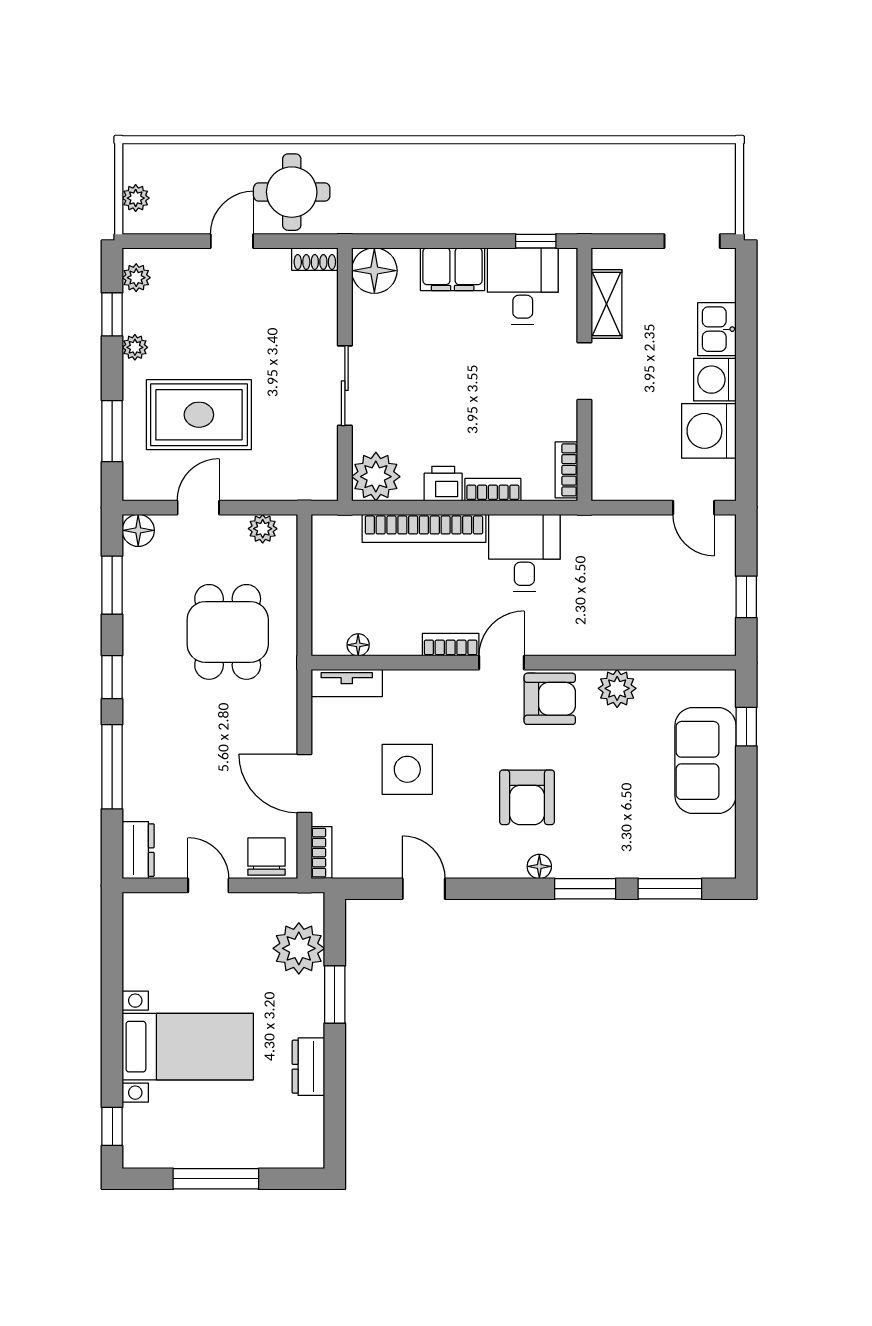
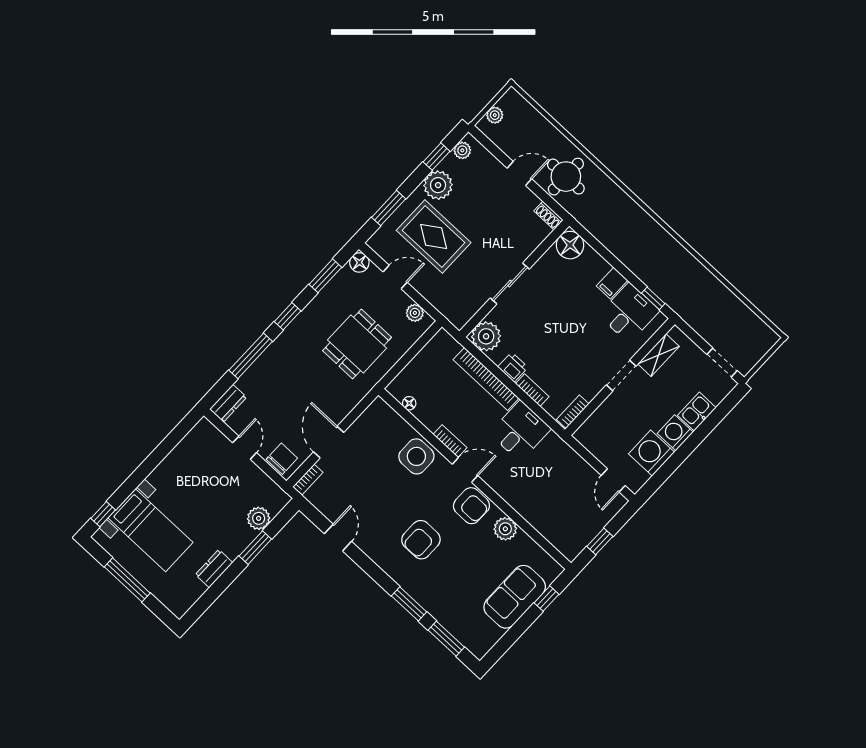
filing cabinet: (453, 269) -> (612, 283), width x0.50
plant: (135, 347) -> (438, 185), width x1.88, depth x1.88
tv unit: (347, 683) -> (388, 415), removed
side table: (407, 769) -> (416, 456), moved
floor lamp: (539, 866) -> (398, 575), removed
plant: (299, 948) -> (259, 518), width x0.73, depth x0.73
bed with nightstands: (188, 1047) -> (150, 530), moved

